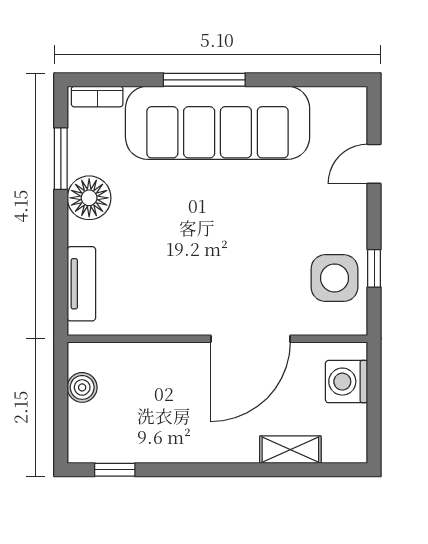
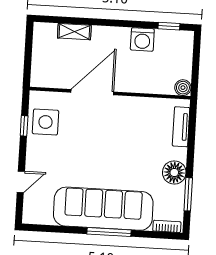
washing machine: (347, 382) -> (142, 39), moved, turned 90
boiler: (82, 387) -> (183, 88), moved

